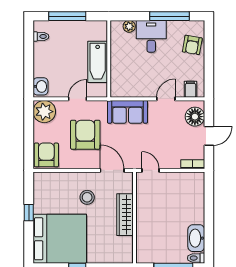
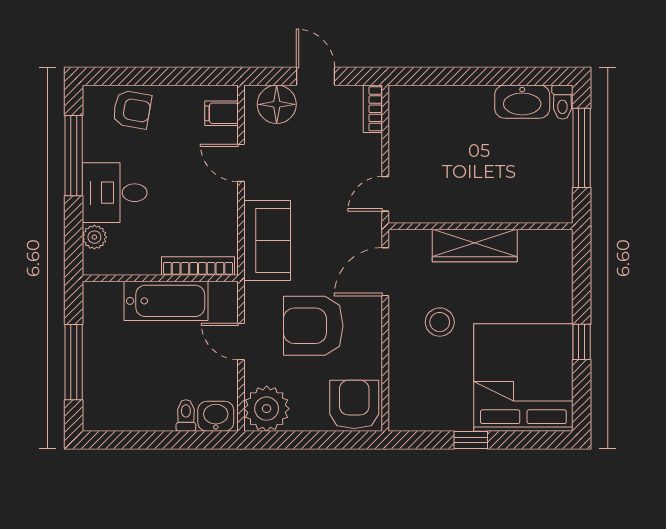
toilet: (41, 36) -> (186, 415), moved
bookcase: (115, 78) -> (198, 266), added
armchair: (46, 155) -> (354, 404), turned 90

